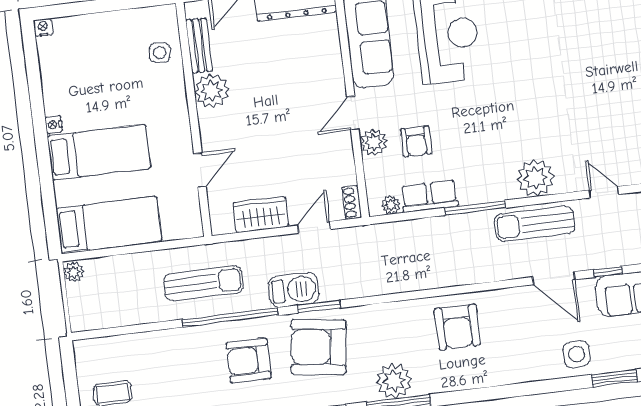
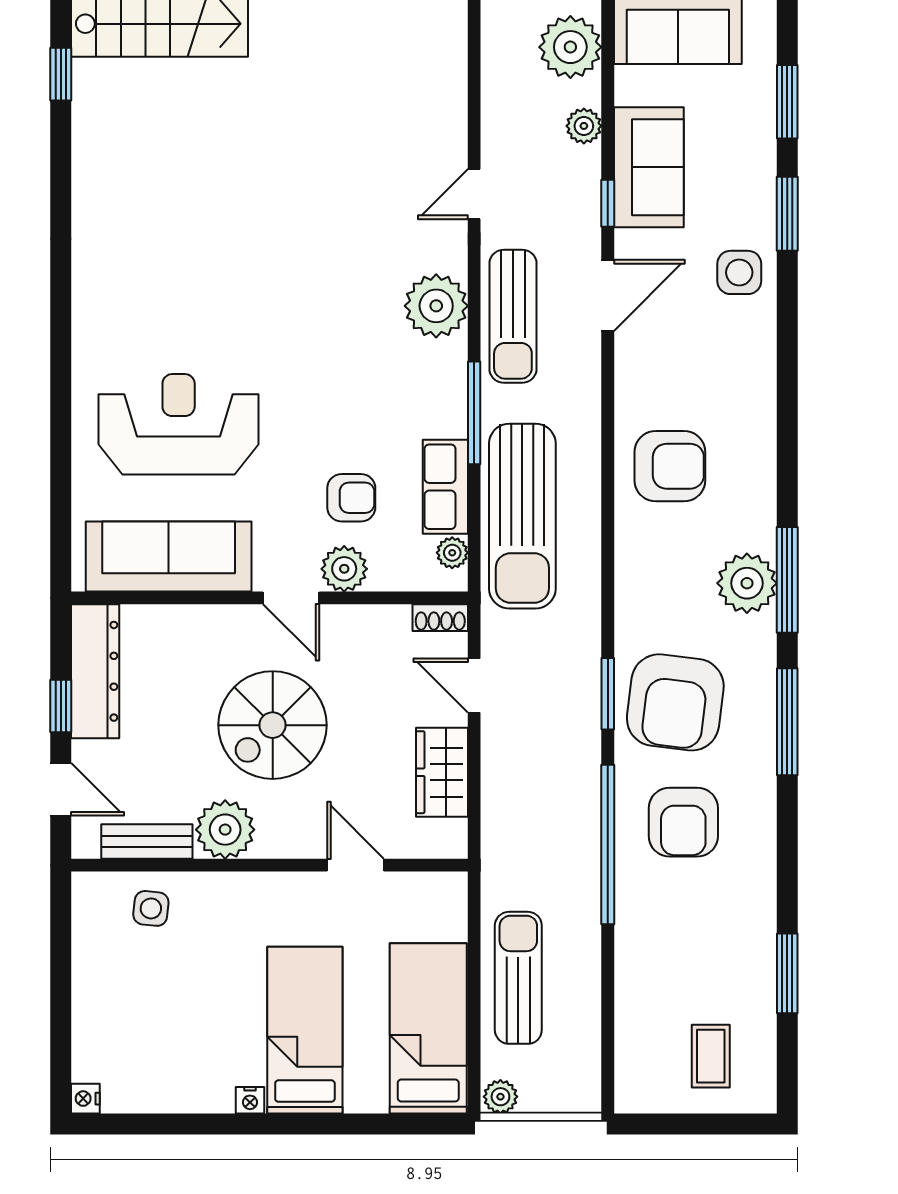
spiral stairs: (276, 111) -> (273, 725), added
sun lounger: (418, 244) -> (522, 516), added
sun lounger: (204, 283) -> (518, 978), moved
barbecue: (294, 290) -> (575, 732), removed

